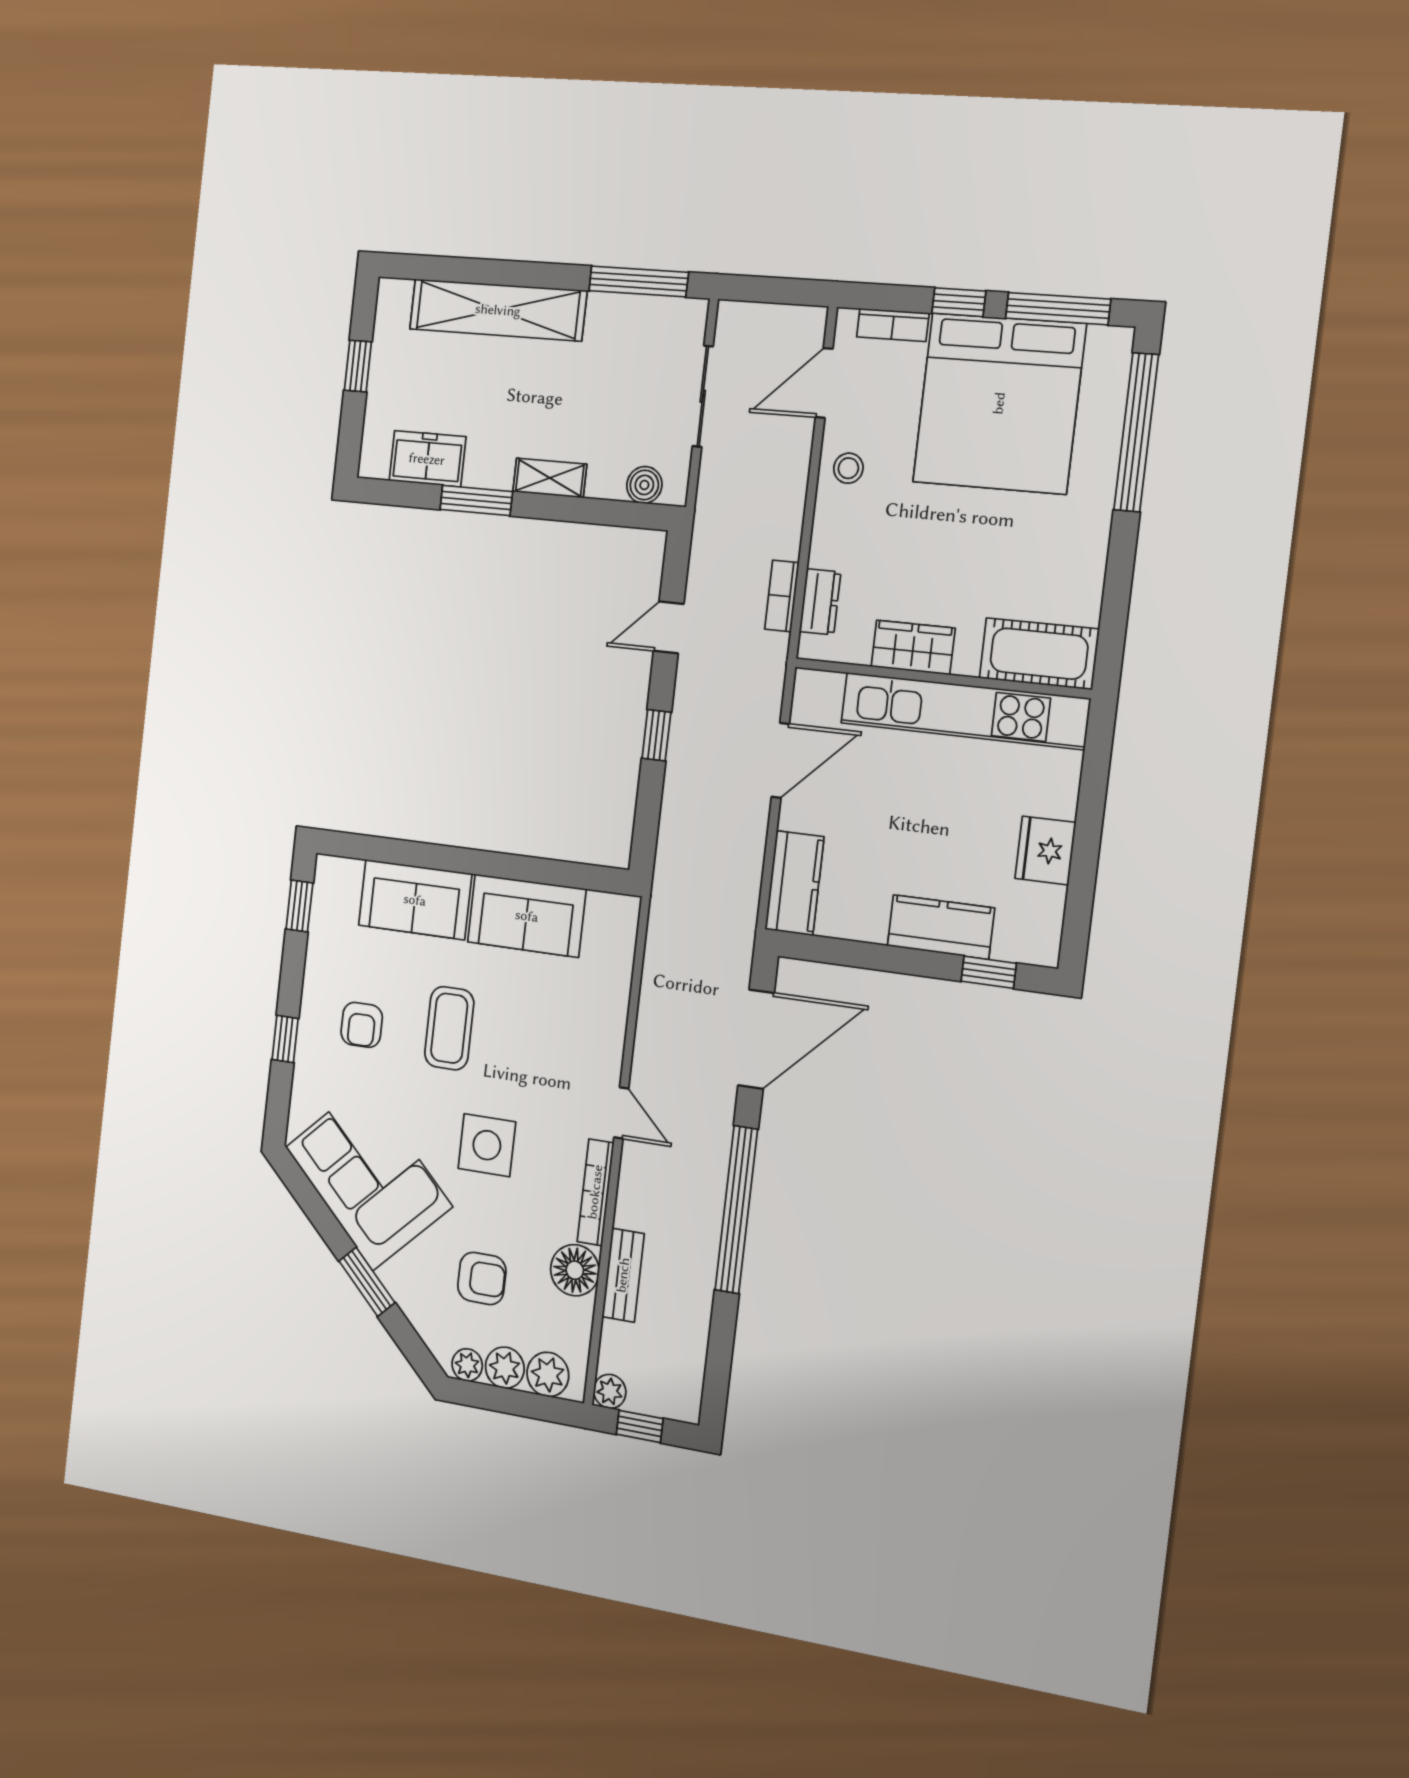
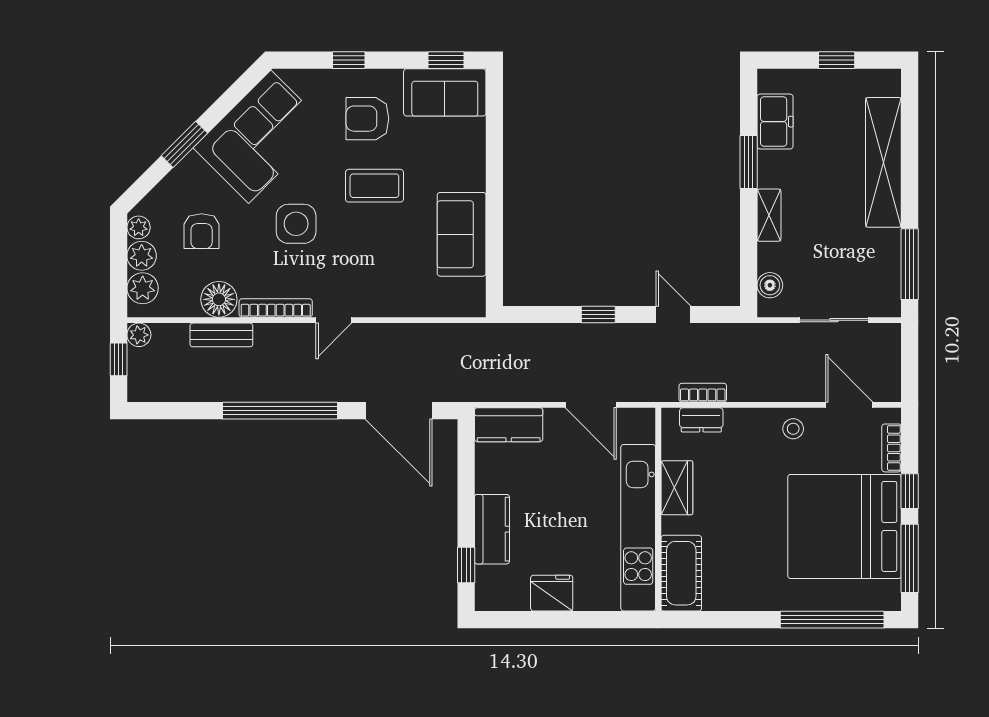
sofa: (415, 900) -> (445, 92), moved, turned -90
armchair: (362, 1025) -> (367, 119), width x1.38, depth x1.38

